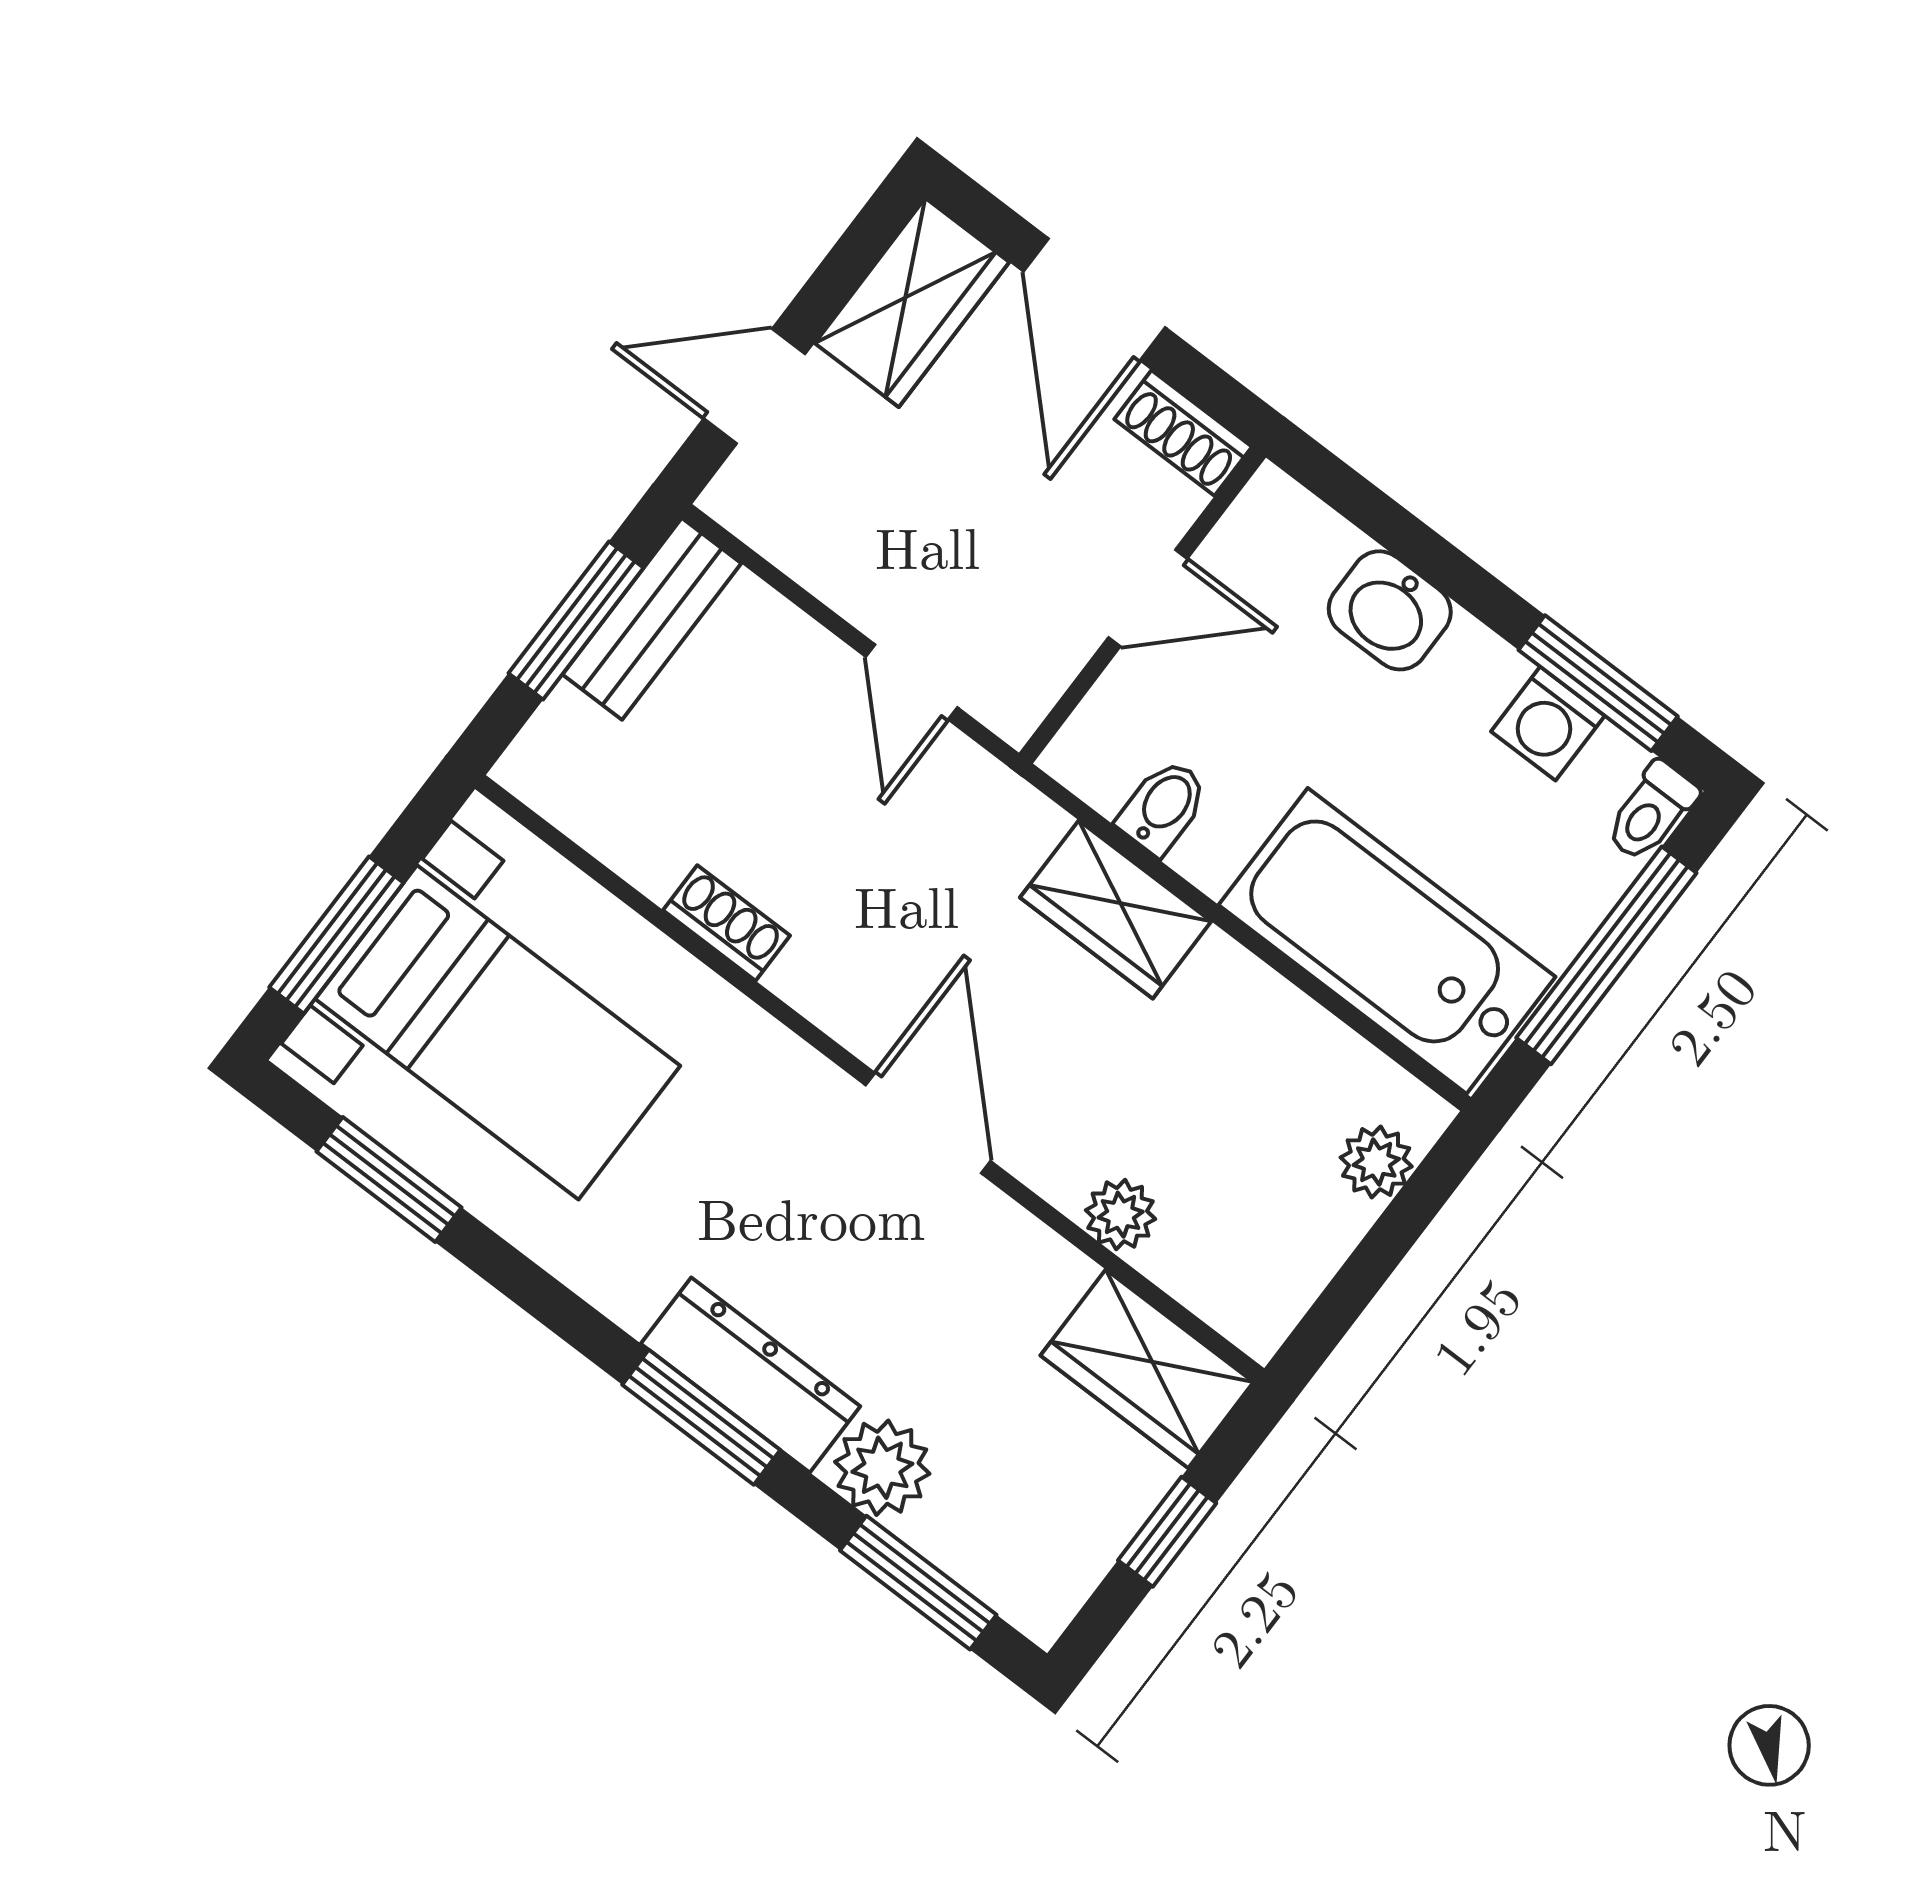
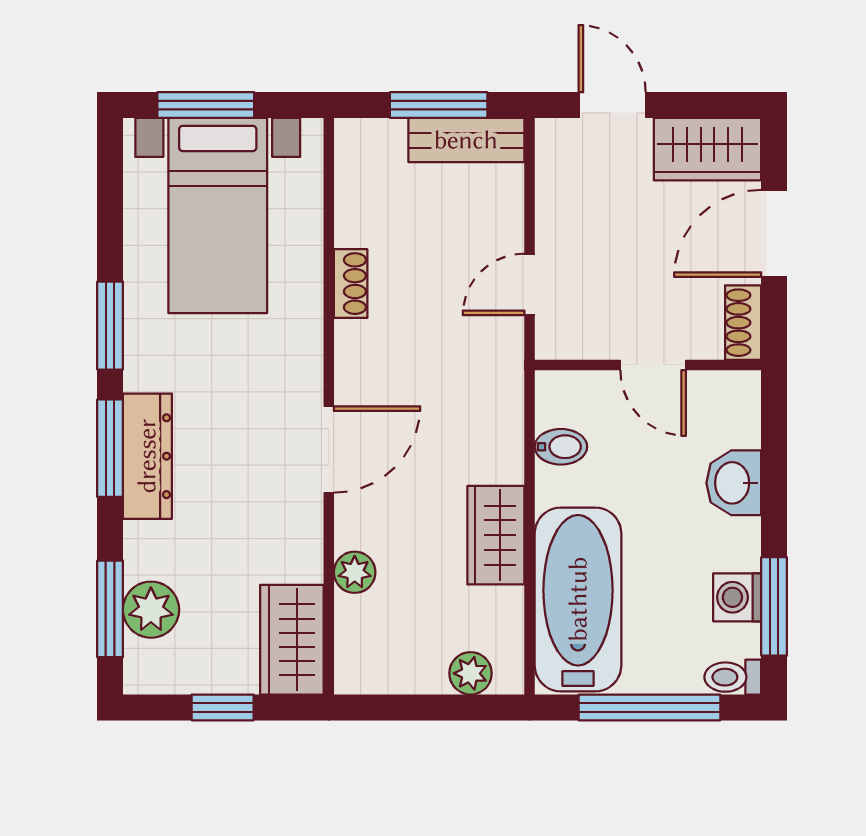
wardrobe: (1116, 909) -> (496, 535), moved
window: (389, 1179) -> (110, 326), moved
plant: (882, 1468) -> (151, 610), moved

